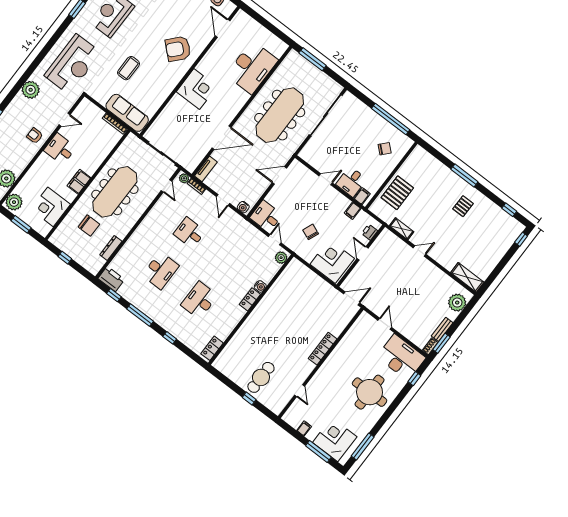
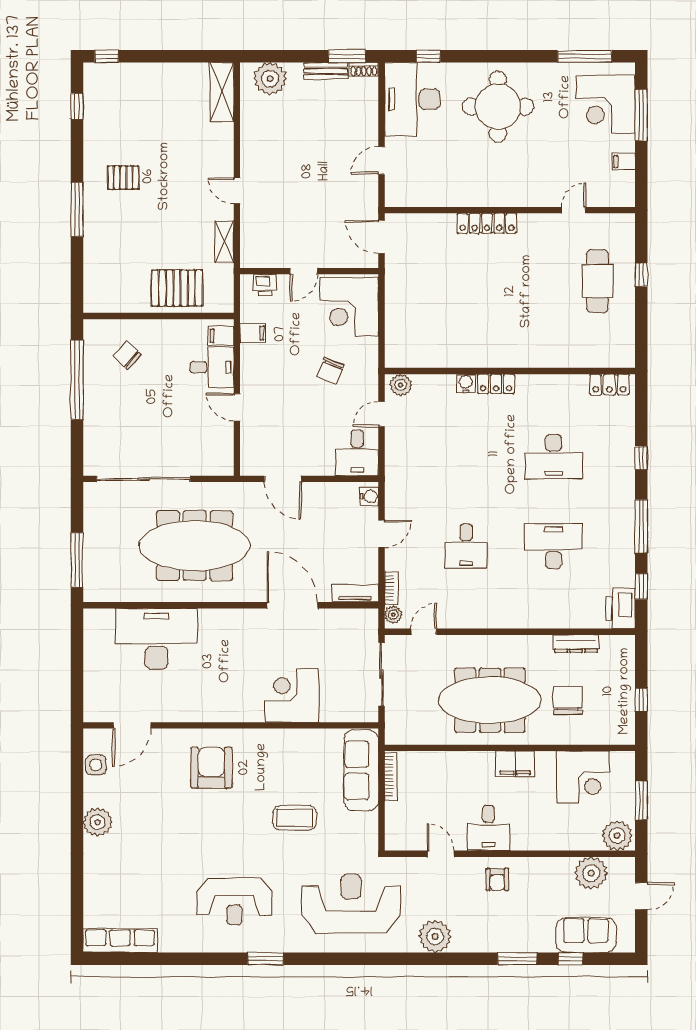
armchair: (178, 49) -> (211, 768), turned -132
corner desk: (197, 89) -> (292, 695), moved
cafe table: (261, 377) -> (597, 281), turned 90

